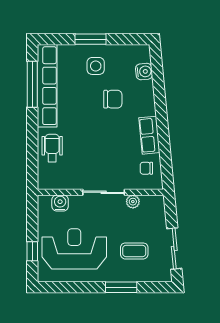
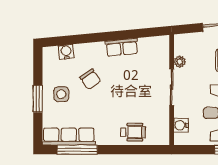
row of seats: (47, 86) -> (69, 137), width x0.73
chair: (113, 99) -> (90, 79), turned 145
wheelchair: (52, 148) -> (133, 132), turned 180
chair: (146, 168) -> (151, 50), removed

